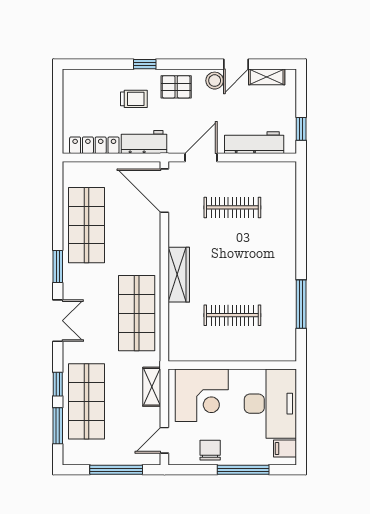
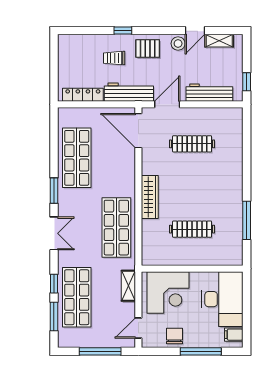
trolley: (134, 99) -> (114, 58), turned 180
workbench: (144, 142) -> (129, 92), width x1.38

